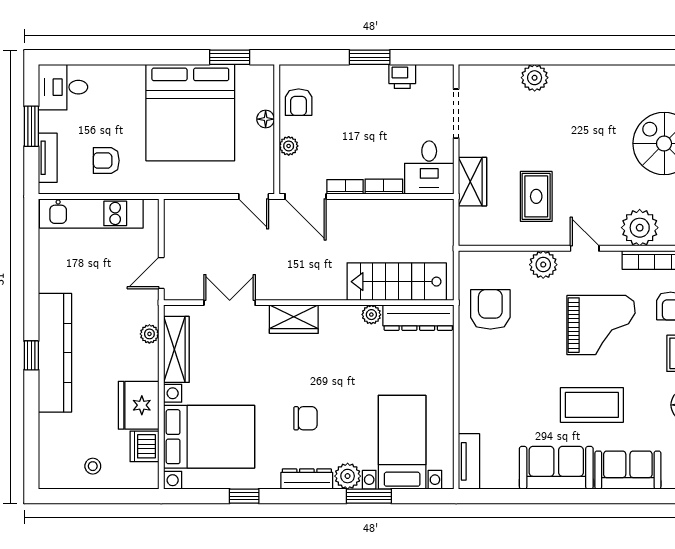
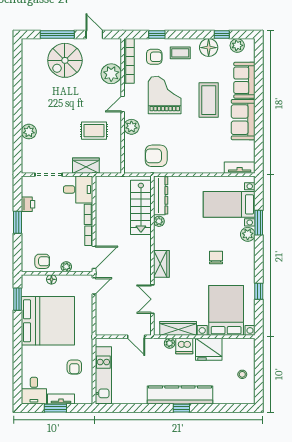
tv unit: (48, 158) -> (61, 399), moved
dishwasher: (144, 446) -> (184, 346), moved
dresser: (307, 479) -> (249, 257), removed

